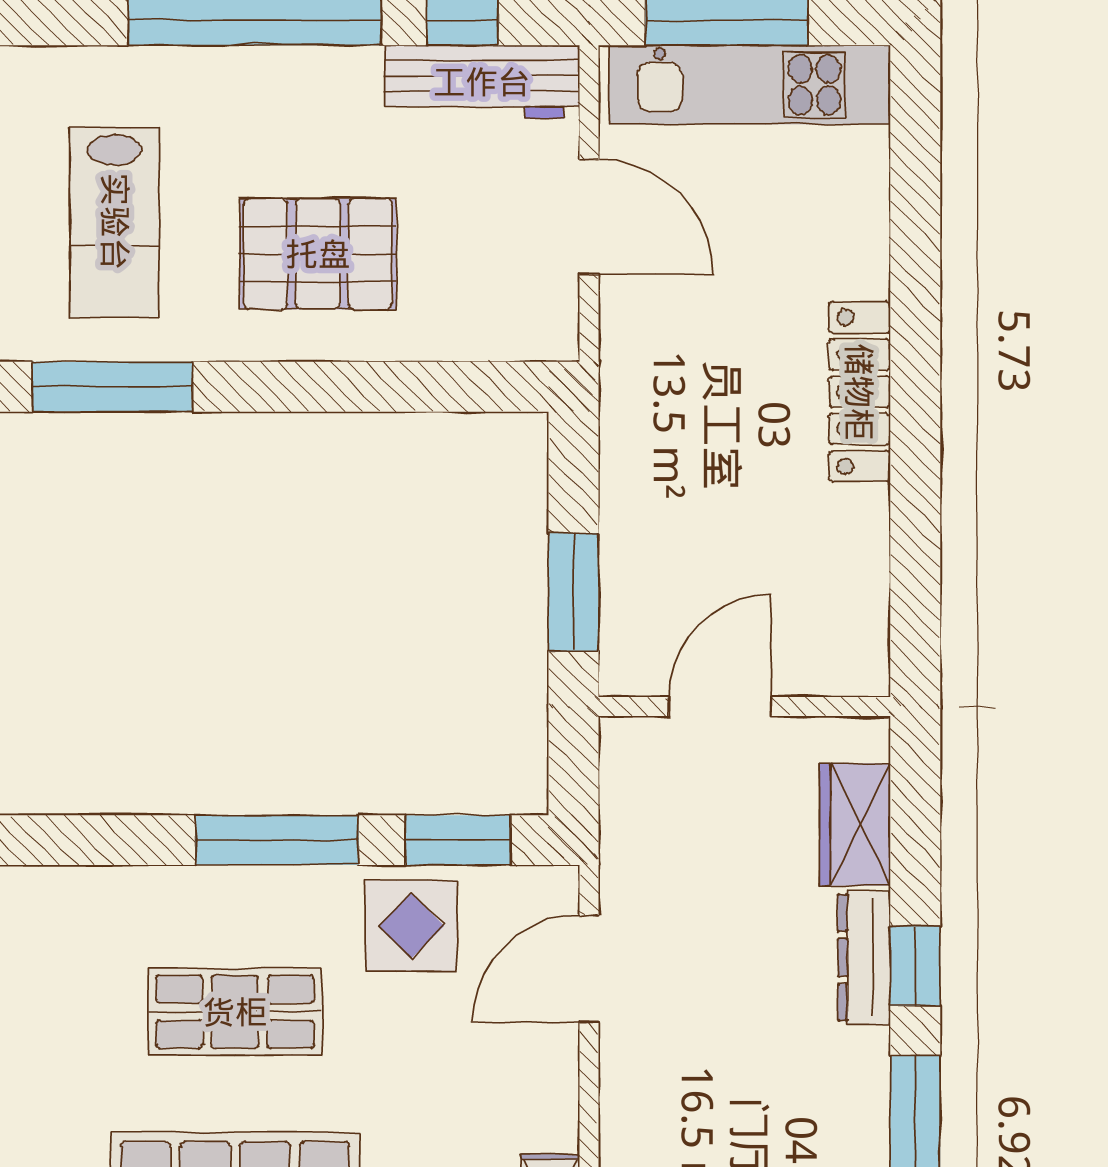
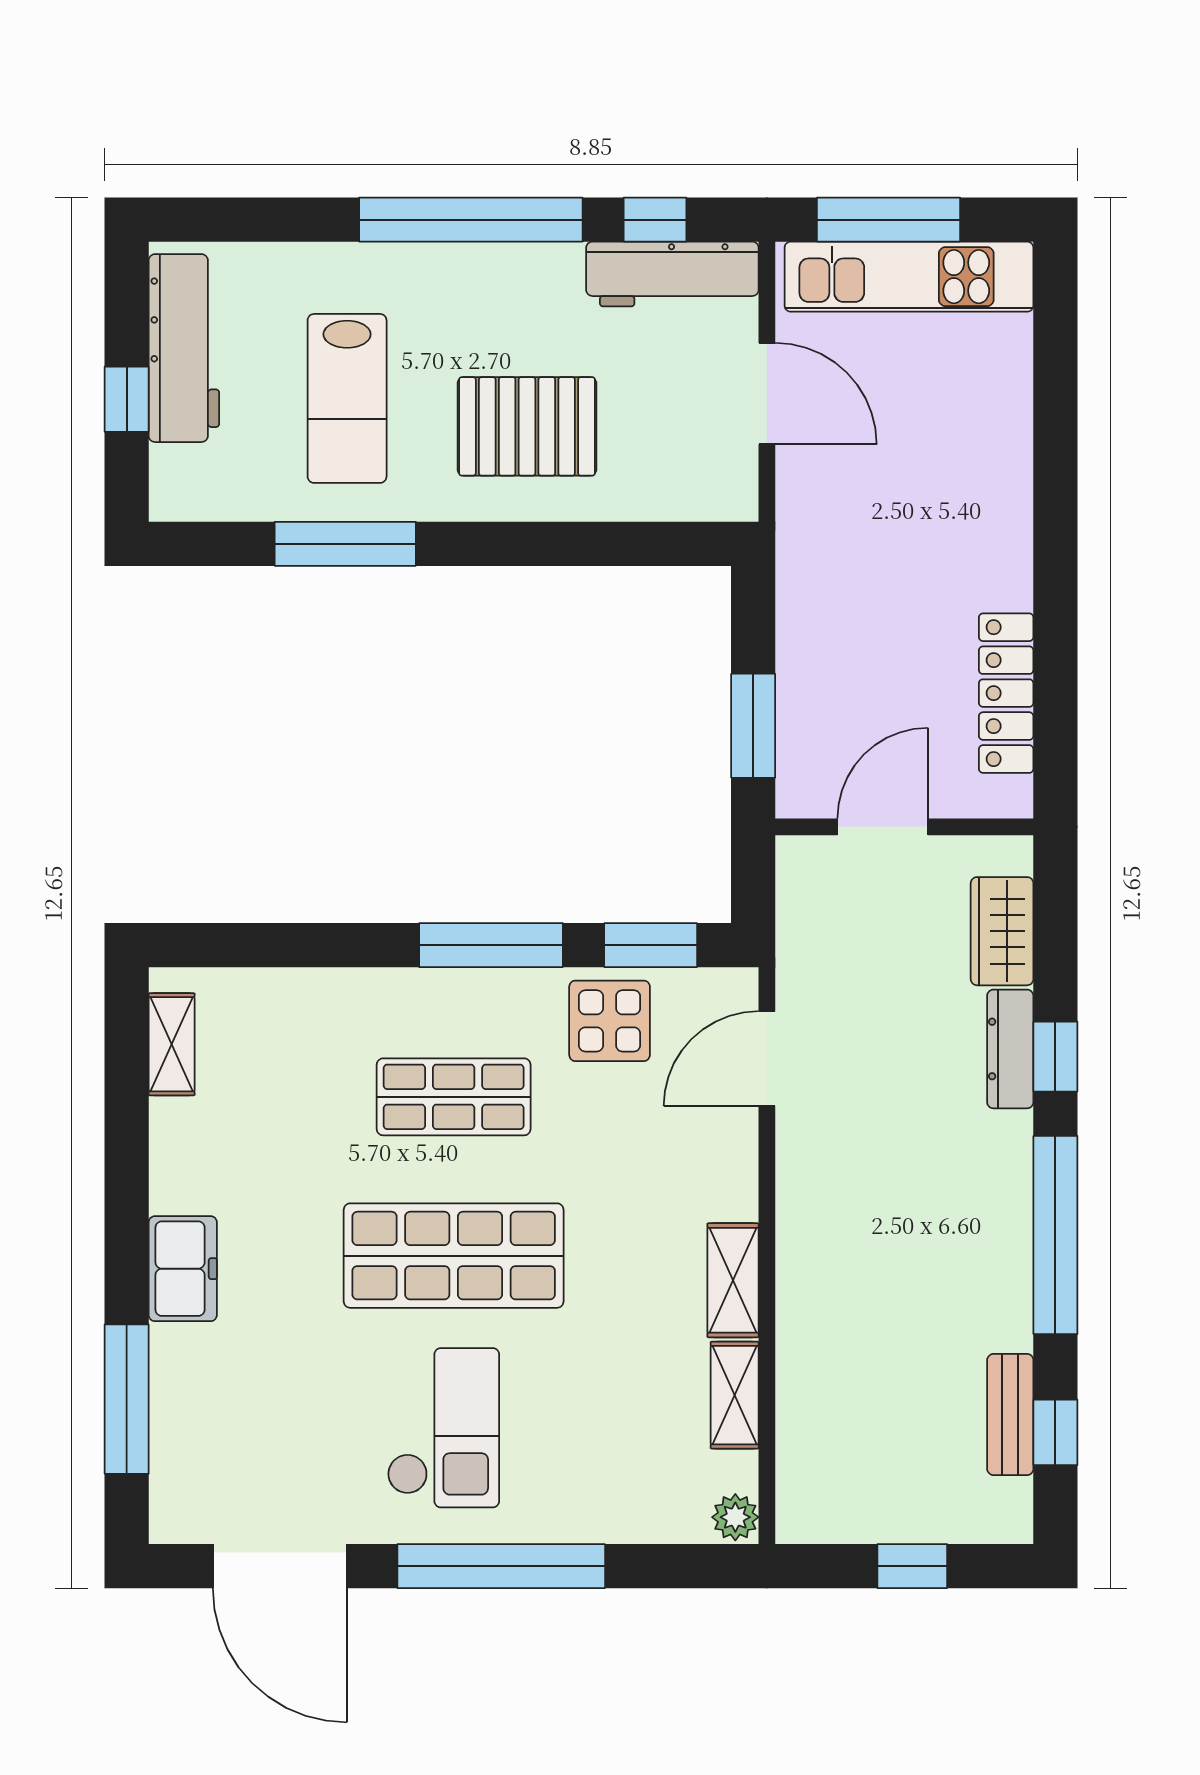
locker: (859, 392) -> (1006, 693), moved

